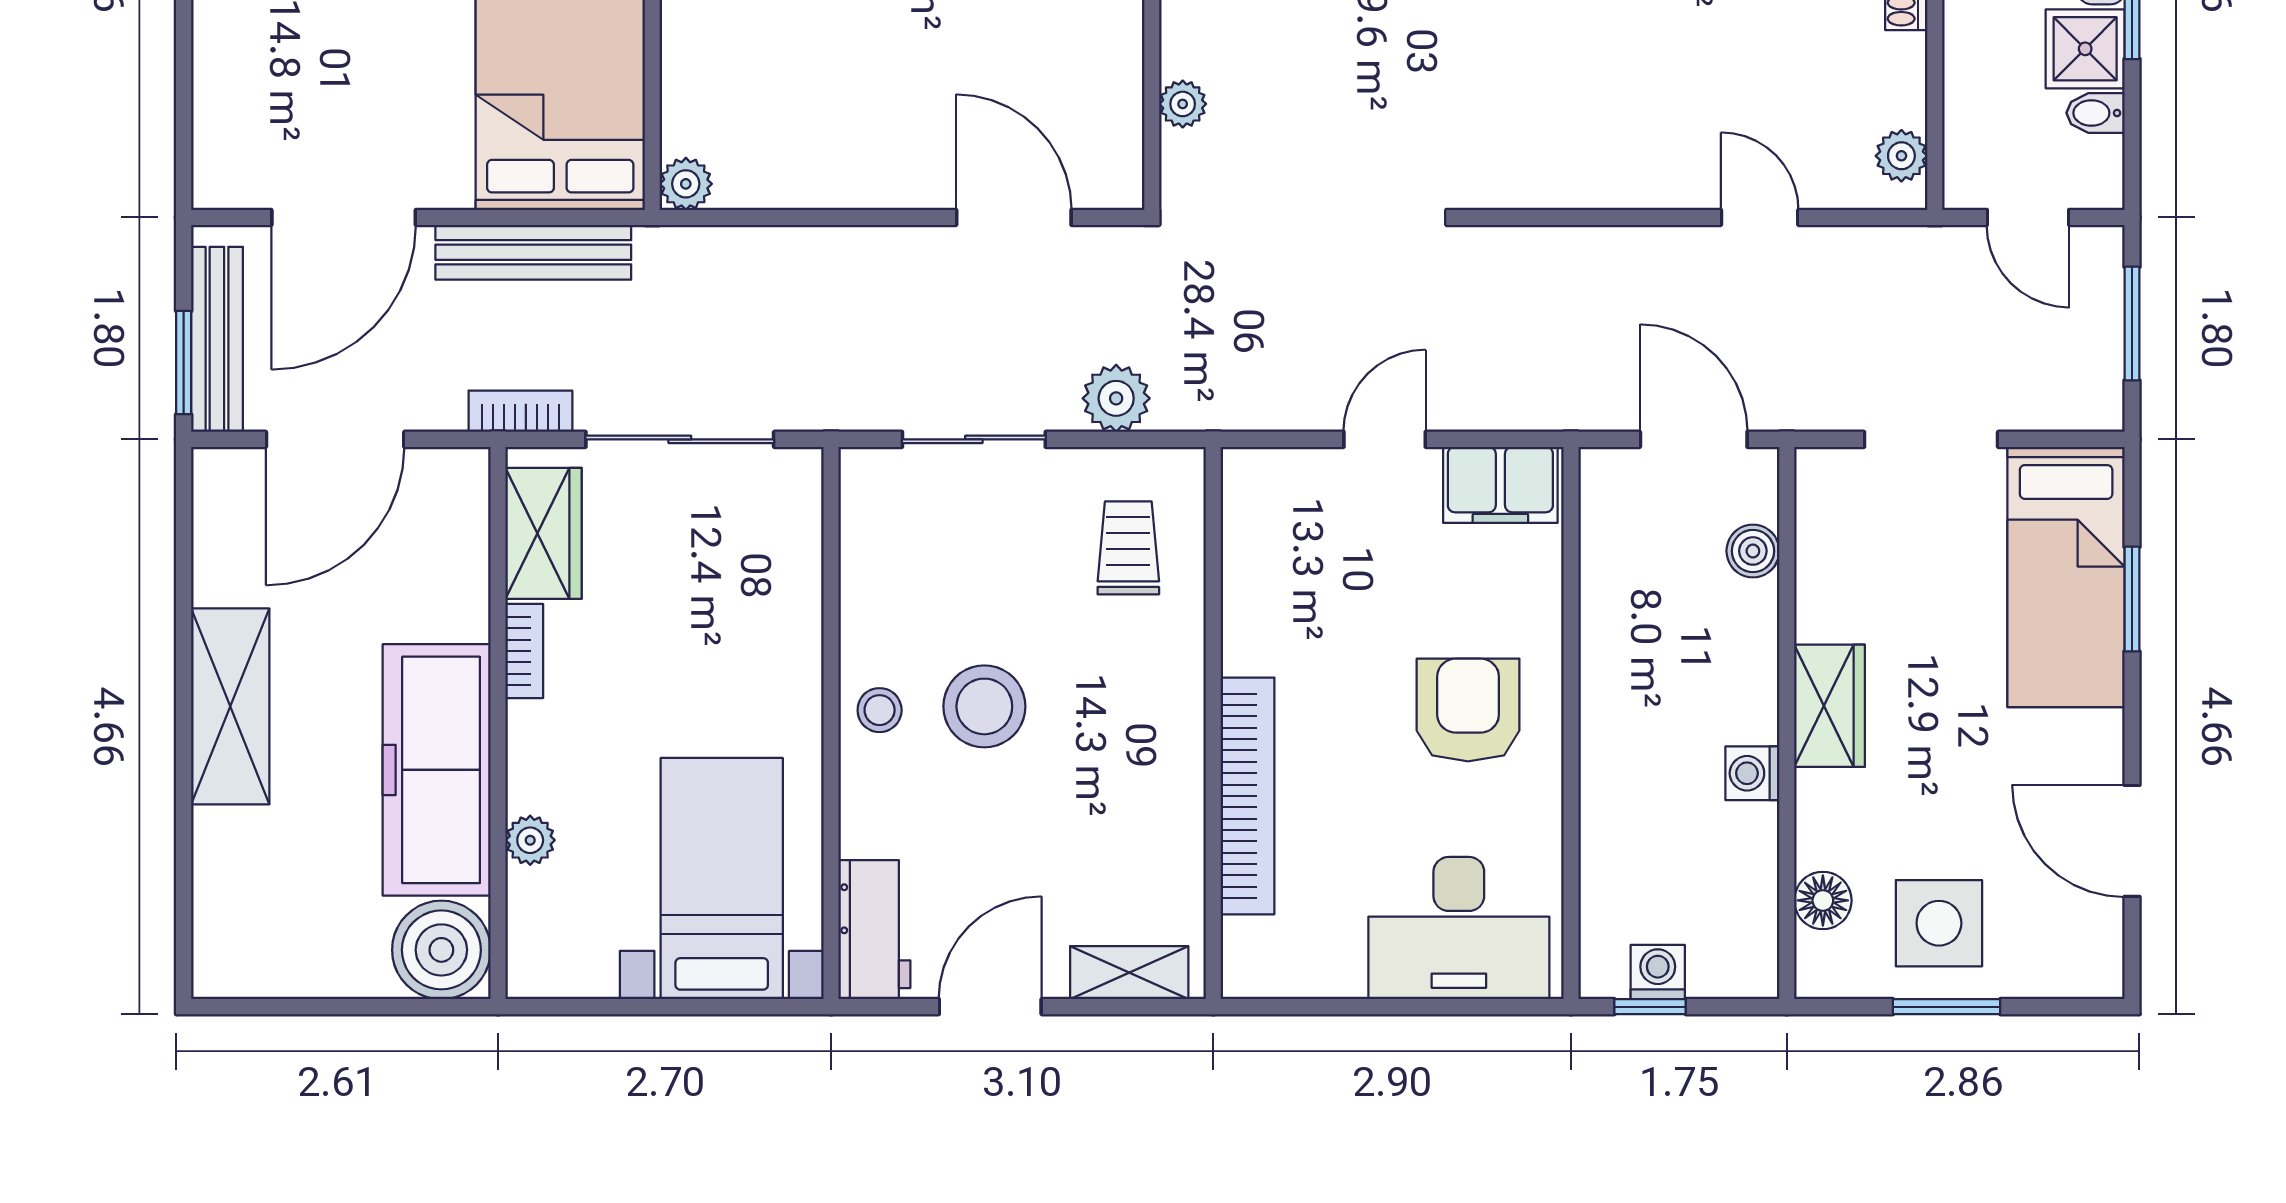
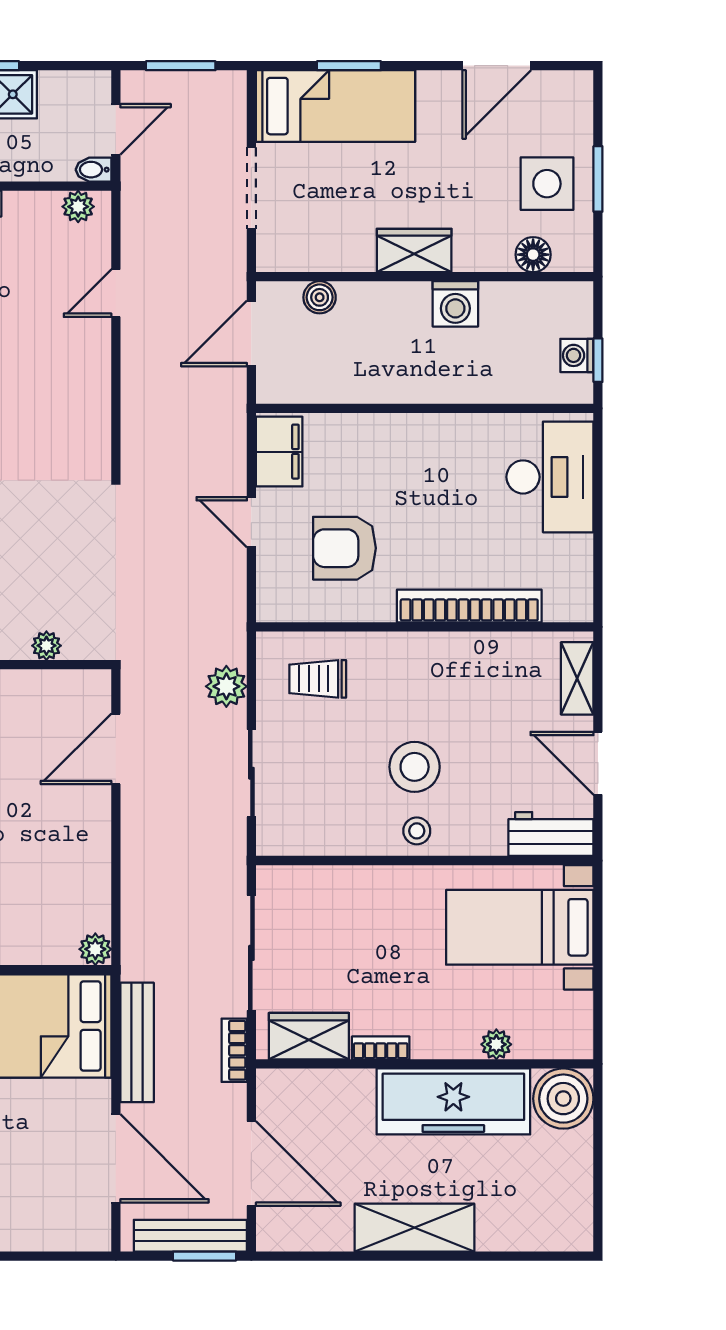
bidet: (2095, 113) -> (93, 170), moved, turned 90
armchair: (1468, 710) -> (345, 548), moved
washing machine: (1752, 773) -> (455, 304), width x1.38, depth x1.38

